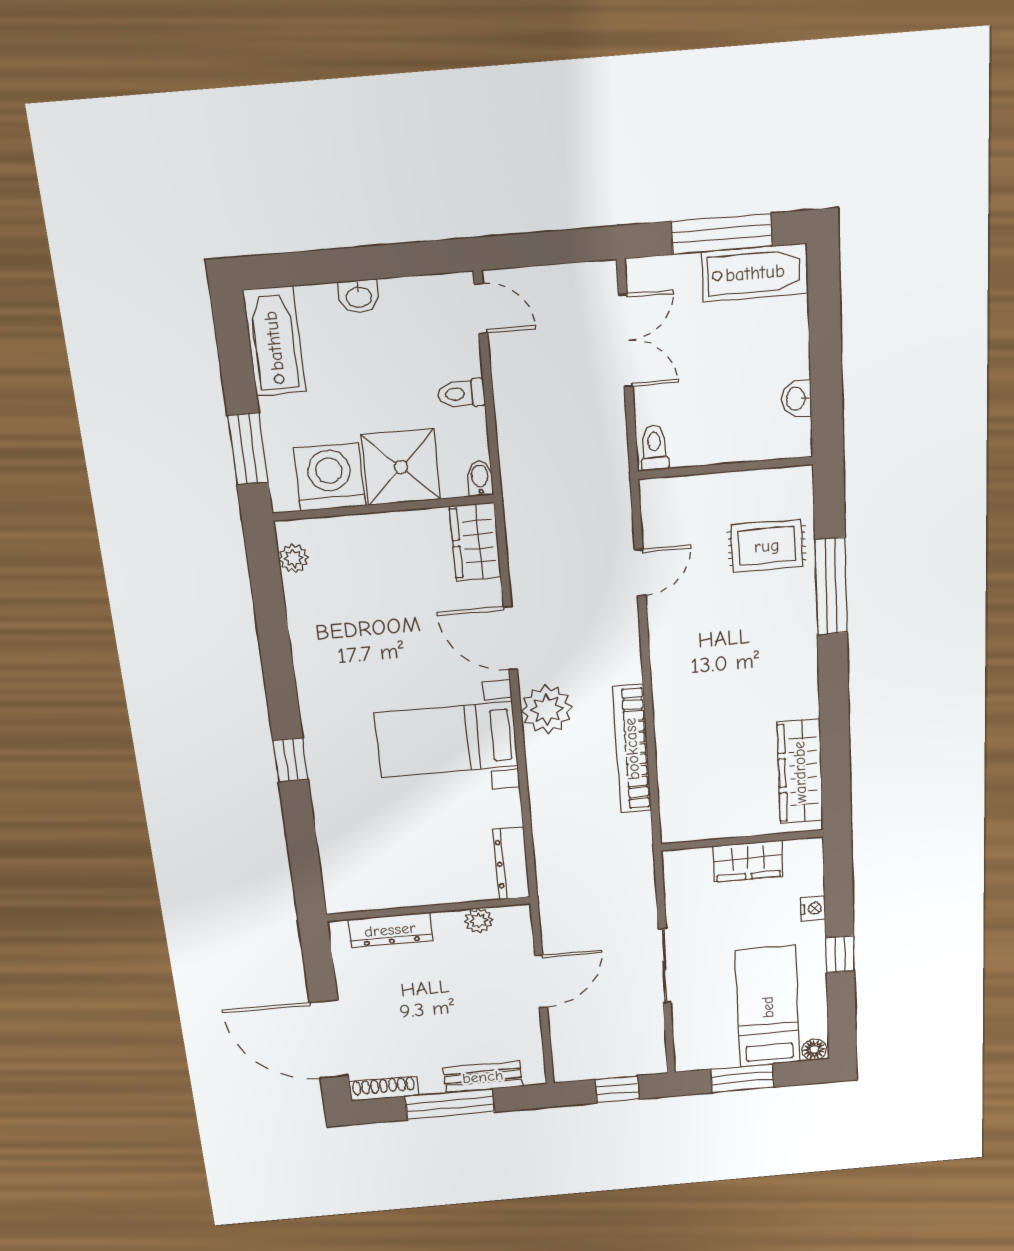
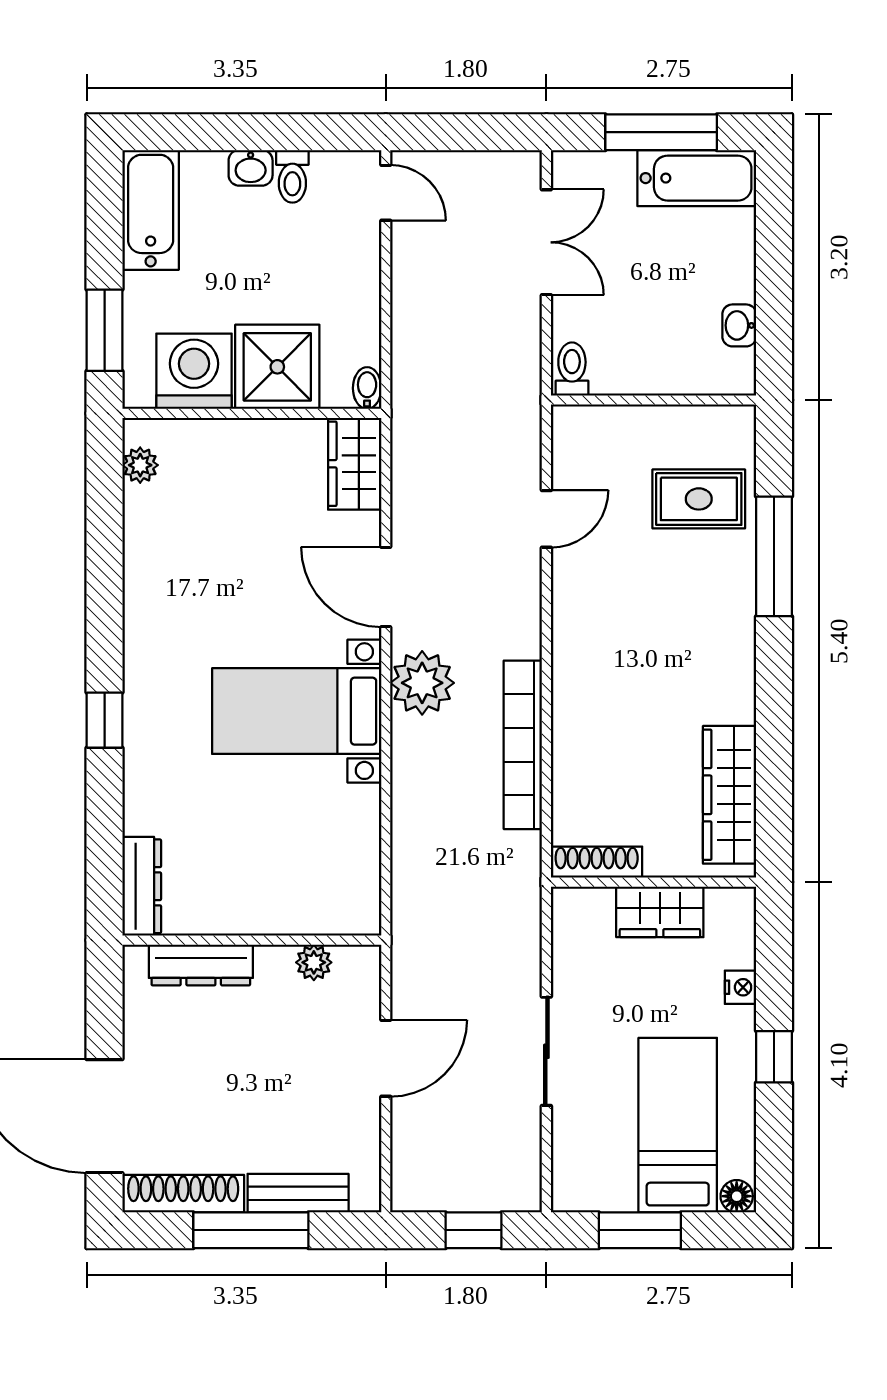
toilet: (461, 393) -> (292, 176), moved, turned -90
shoe rack: (696, 830) -> (597, 862), added
dresser: (512, 863) -> (142, 886), moved, turned 180
shoe rack: (384, 1088) -> (183, 1194), width x1.36, depth x1.24

